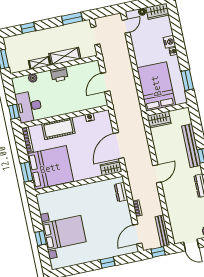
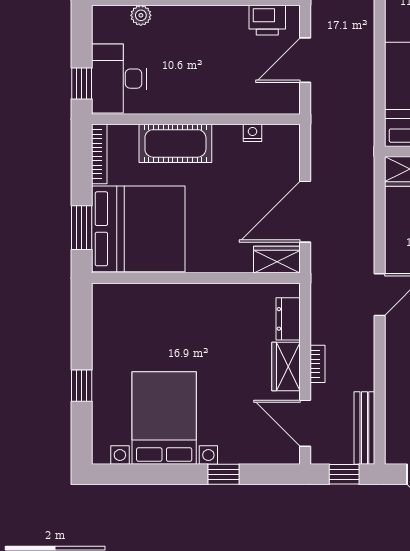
printer: (59, 74) -> (267, 20), moved
wardrobe: (124, 212) -> (286, 366), added
bed with nightstands: (64, 233) -> (164, 418), moved, turned -90
door: (137, 234) -> (305, 423), hinge flipped

